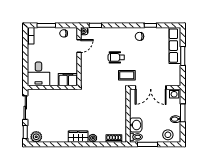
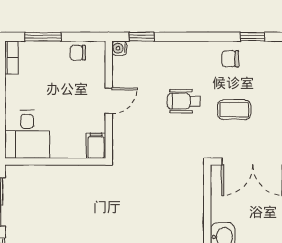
door: (79, 46) -> (109, 101), moved
coffee table: (127, 75) -> (234, 110), moved
filing cabinet: (68, 80) -> (96, 146), width x0.50

